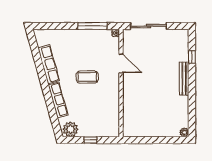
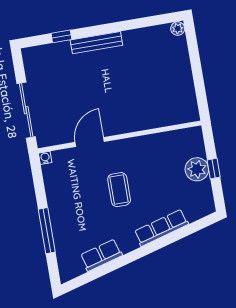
window: (92, 26) -> (47, 231), moved
row of seats: (49, 64) -> (101, 255), width x0.68
plant: (70, 129) -> (197, 169), moved

